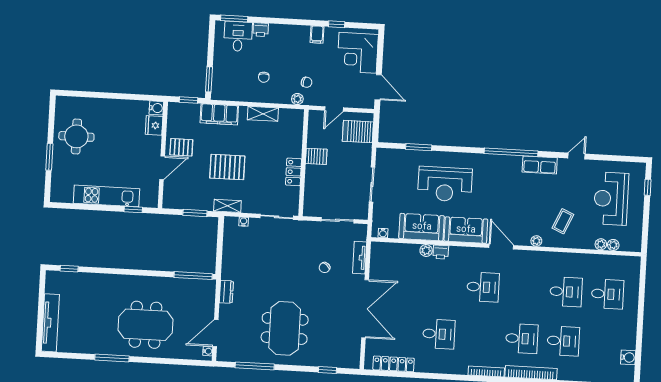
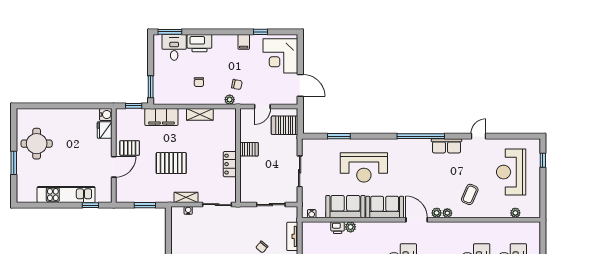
printer: (261, 30) -> (199, 43), width x1.87, depth x1.48
shelving: (227, 206) -> (186, 197), moved
plant: (601, 244) -> (437, 213), moved
printer: (441, 252) -> (338, 228), moved

